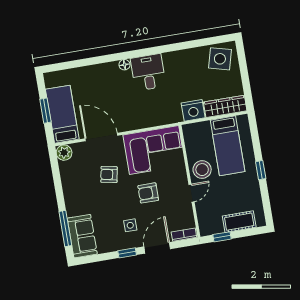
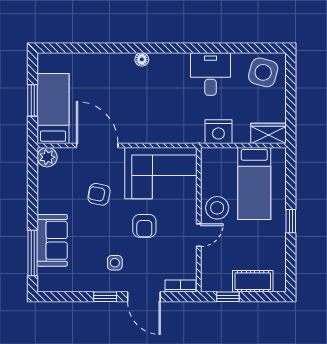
desk: (148, 72) -> (210, 74), moved
wardrobe: (225, 106) -> (268, 133), width x0.67
armchair: (148, 193) -> (144, 226), turned -90
sofa: (82, 236) -> (52, 240), moved
door: (157, 248) -> (144, 297), swing flipped

